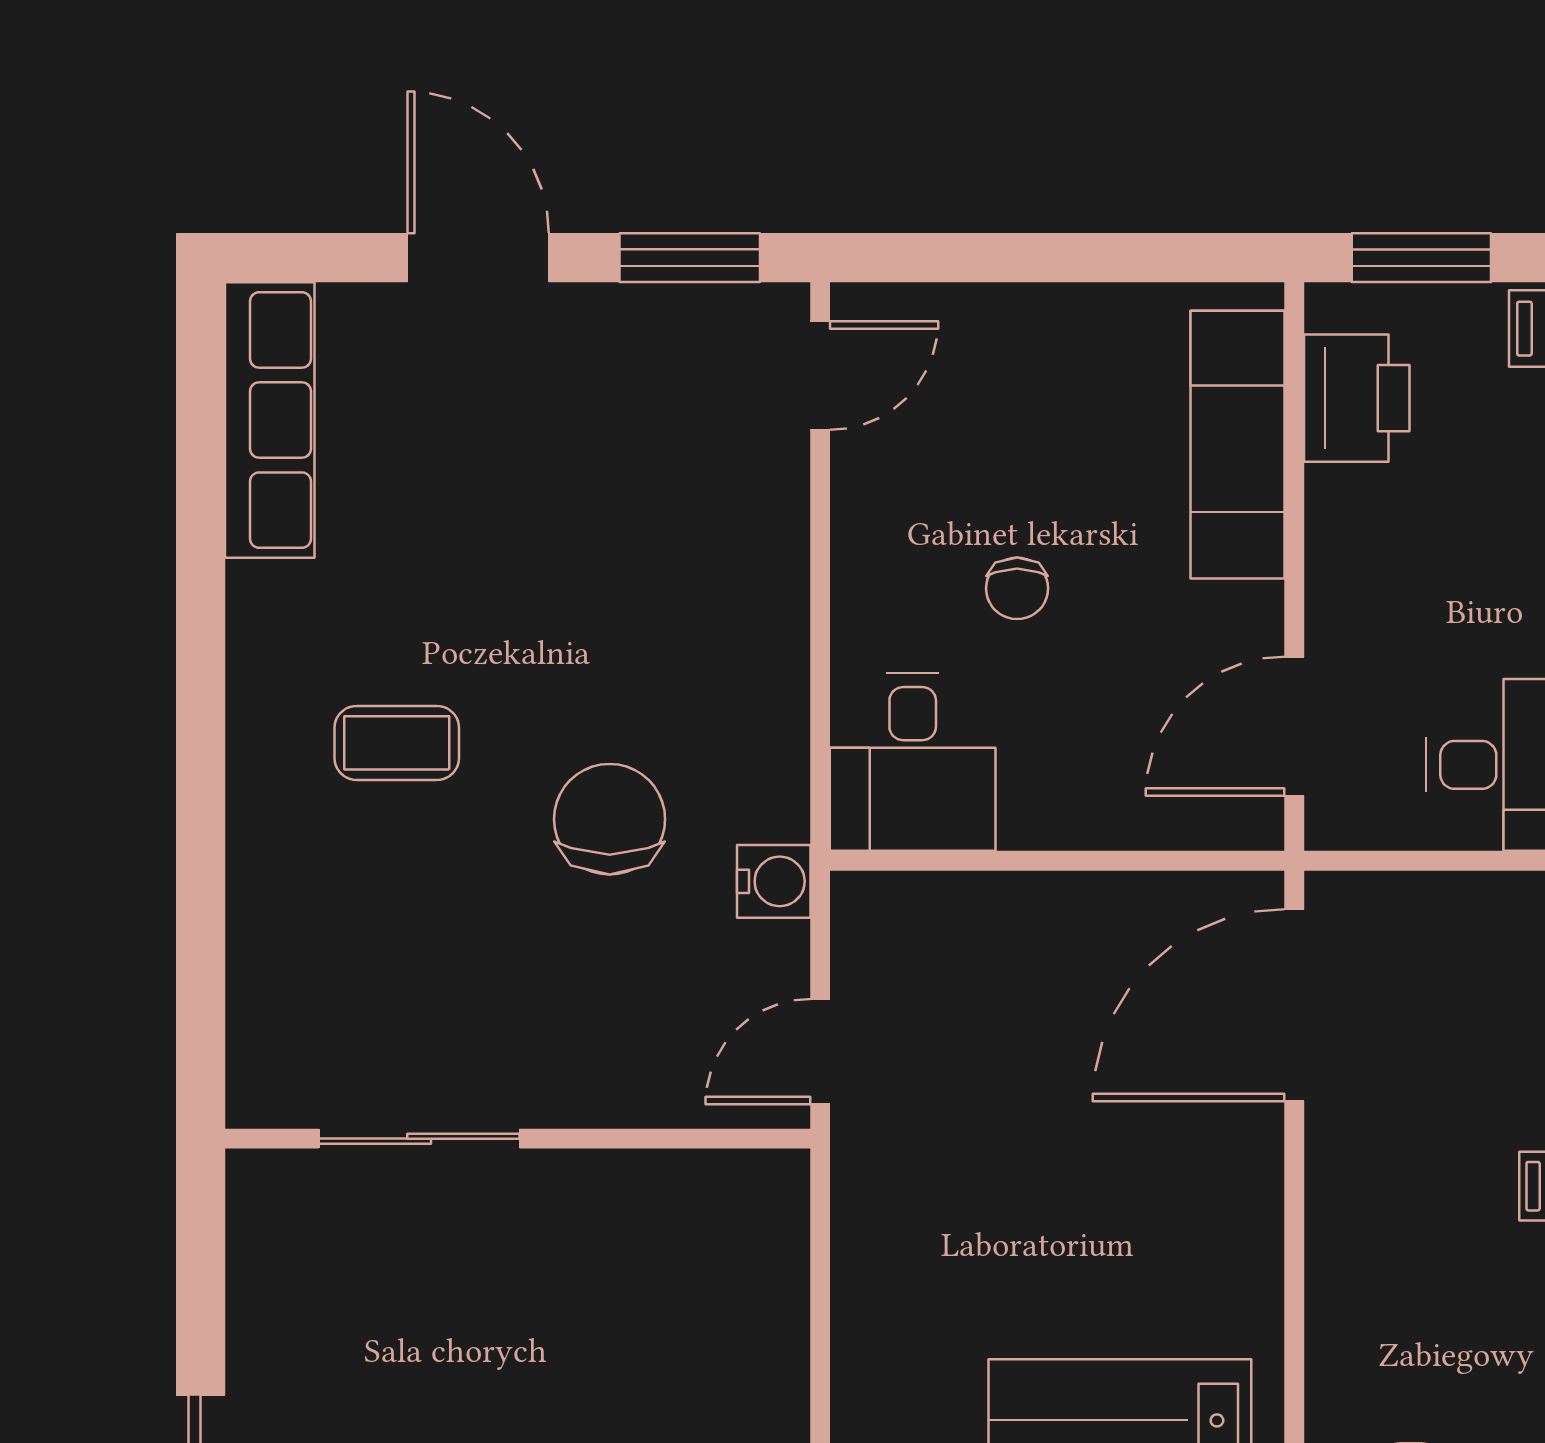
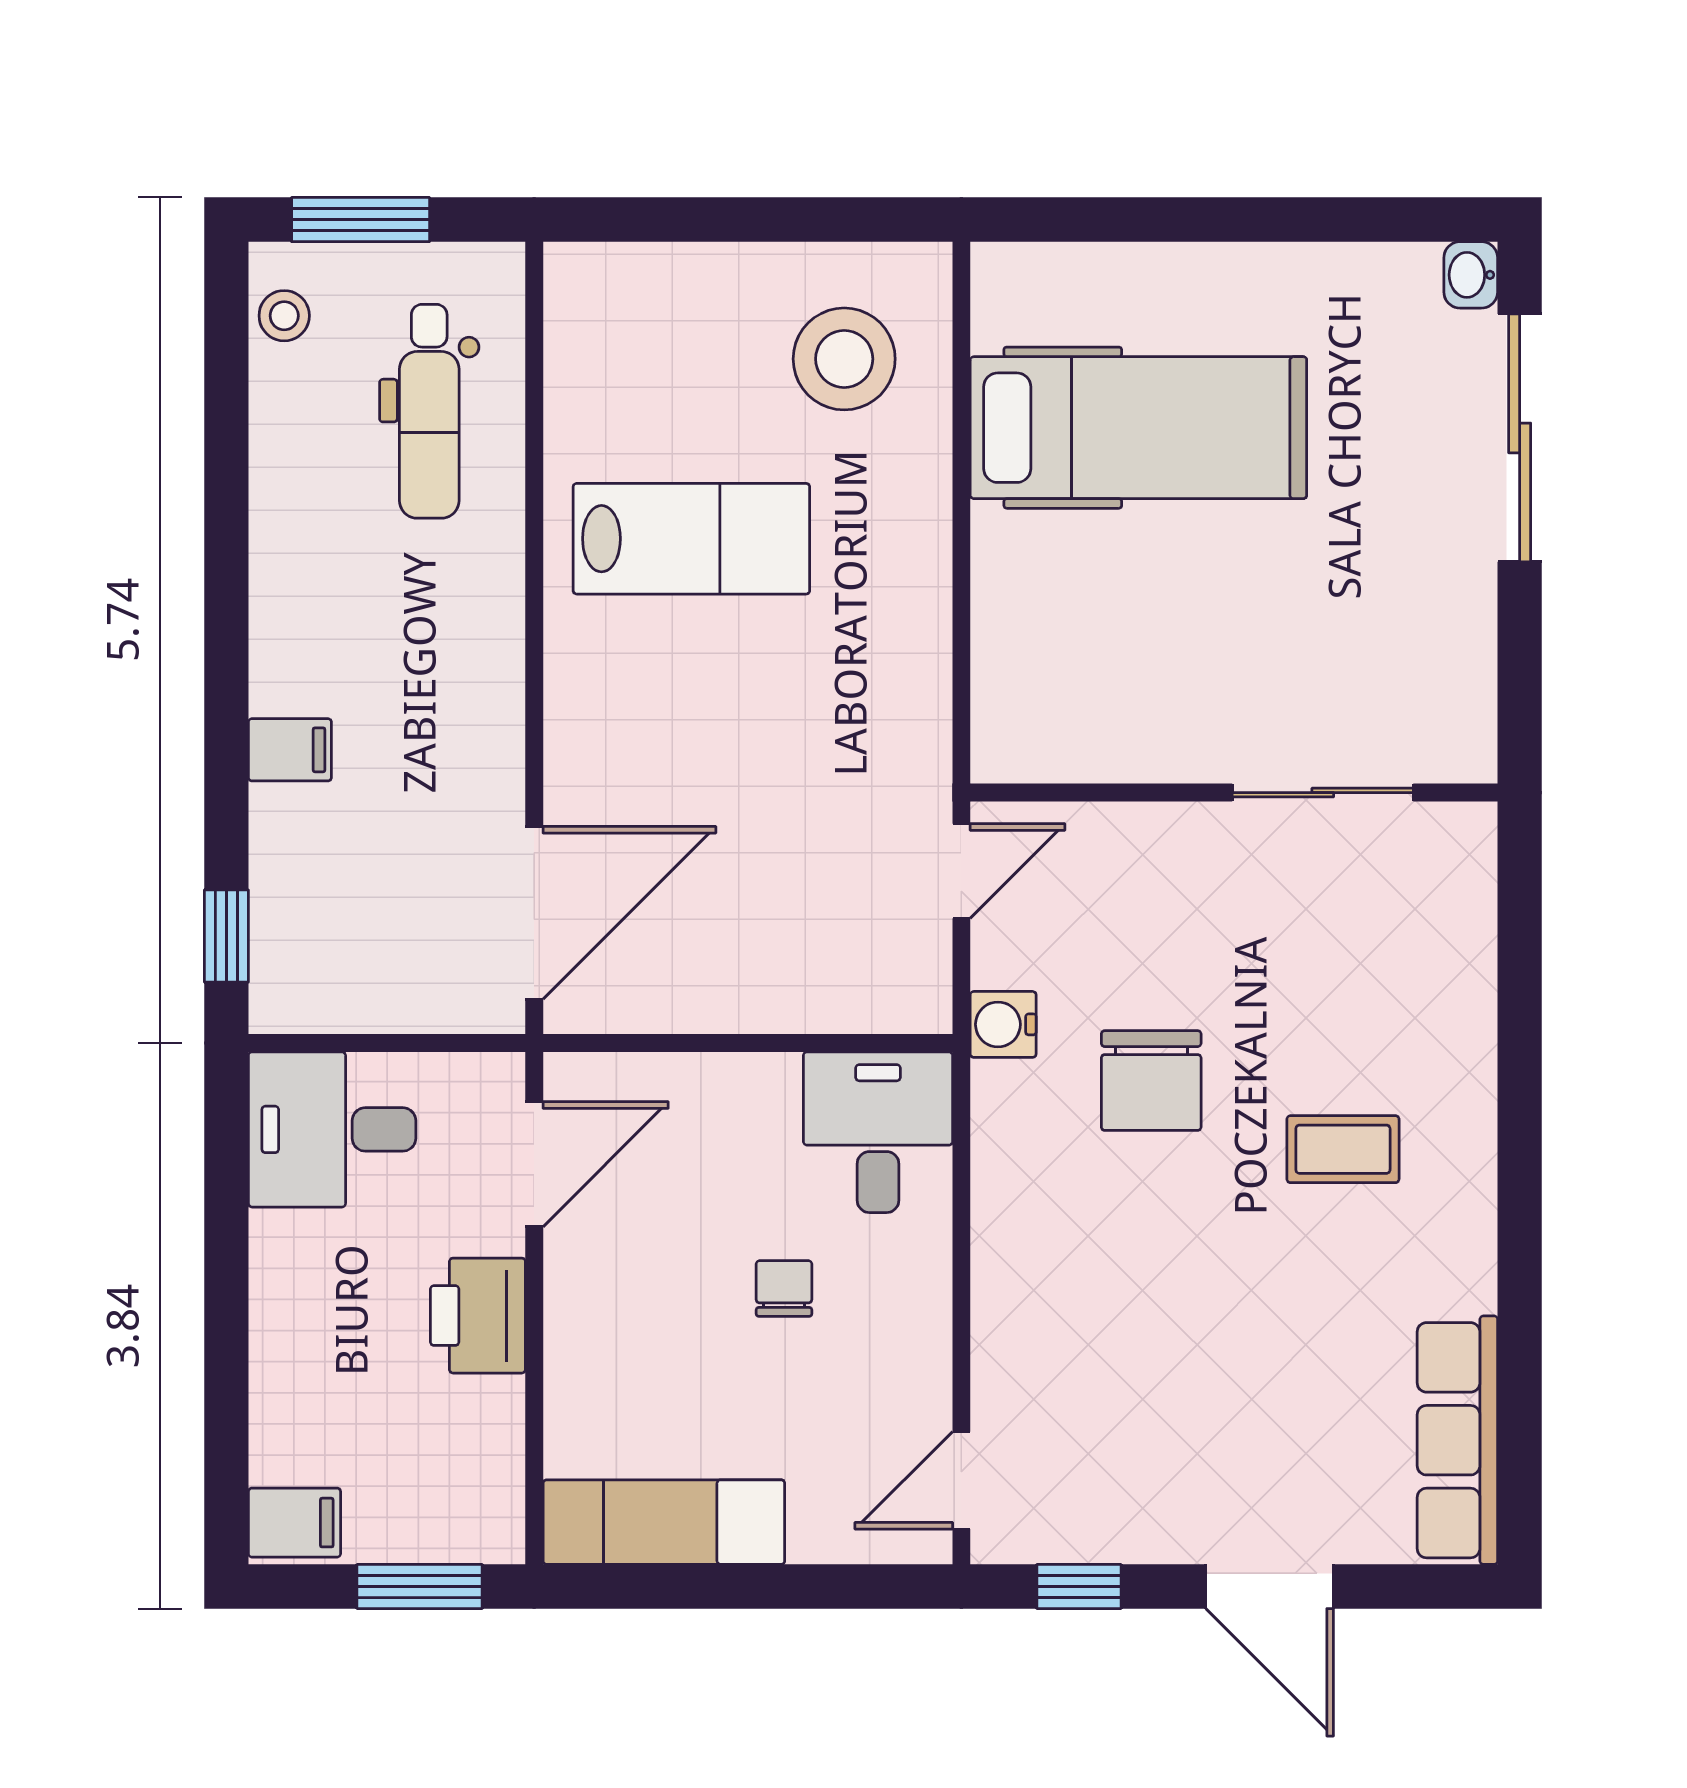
window: (690, 258) -> (1079, 1587), width x0.67
printer: (1357, 398) -> (478, 1316), moved
exam couch: (1237, 445) -> (664, 1522), moved, turned -90

